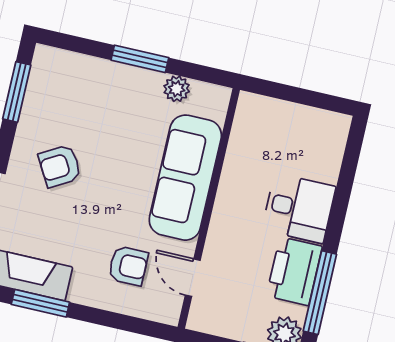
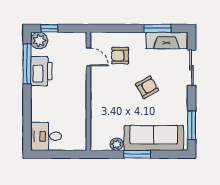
armchair: (60, 166) -> (147, 87), moved
sofa: (185, 178) -> (154, 138), moved, turned -90
desk: (299, 208) -> (46, 136), moved

